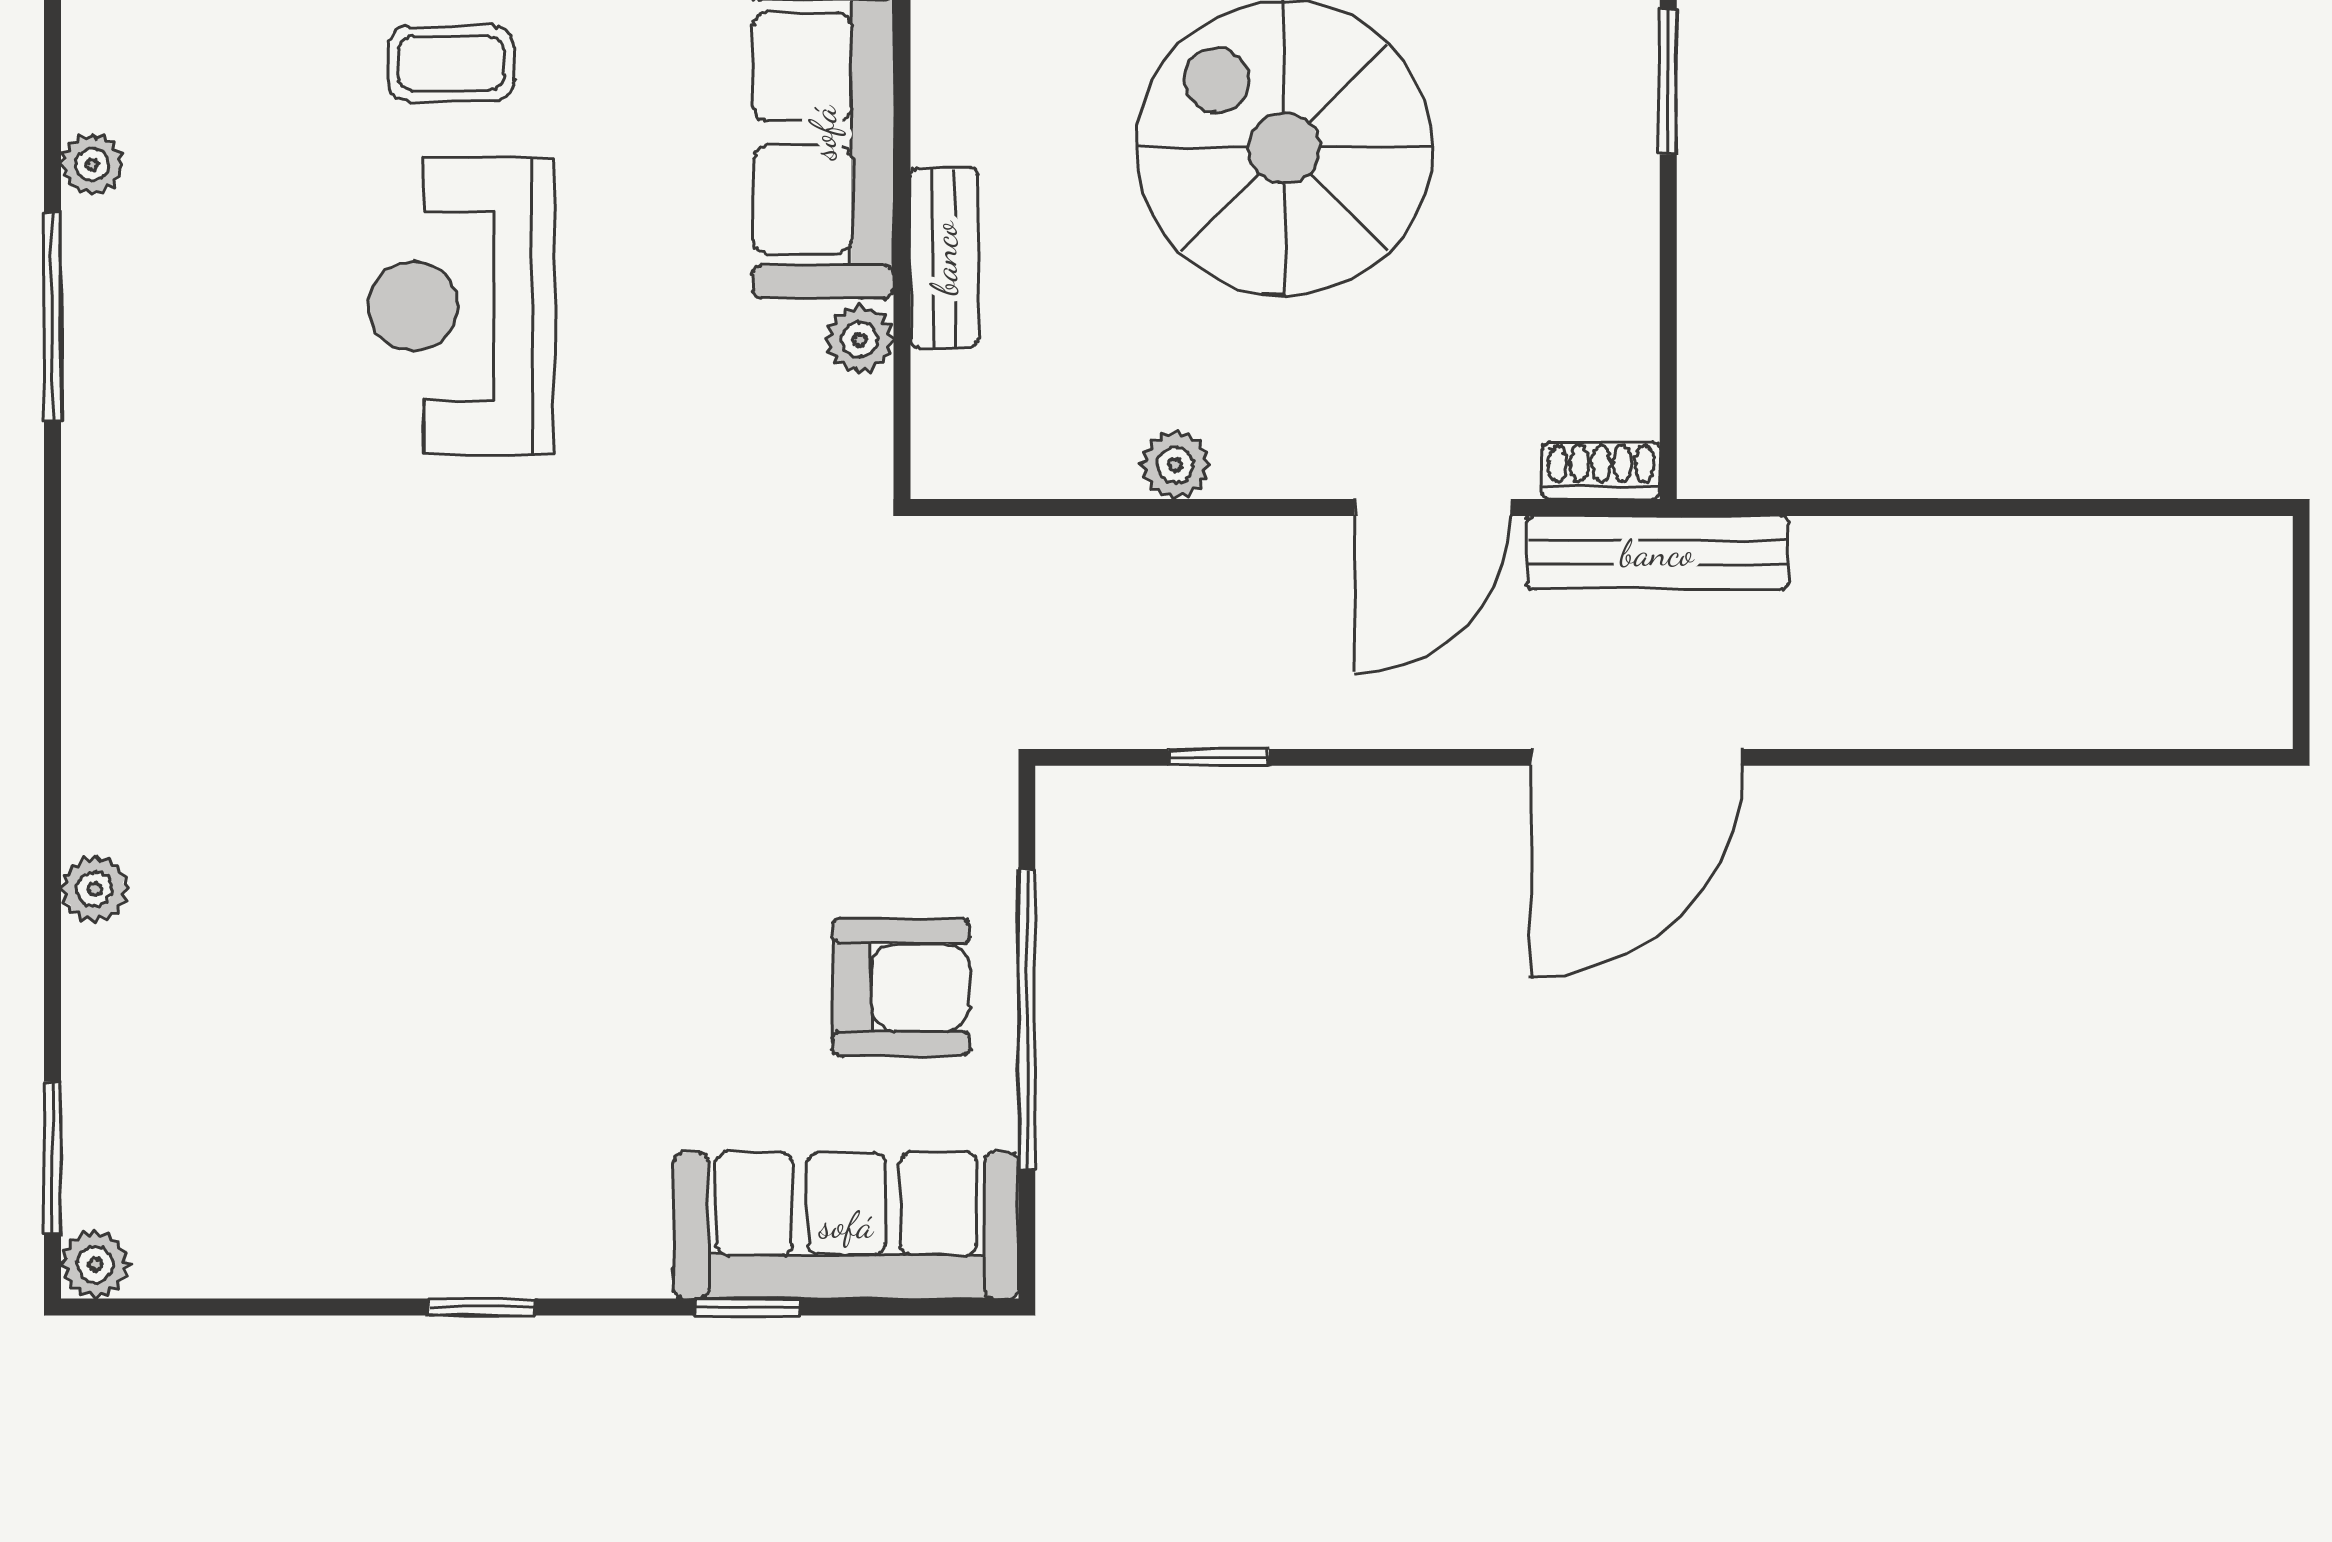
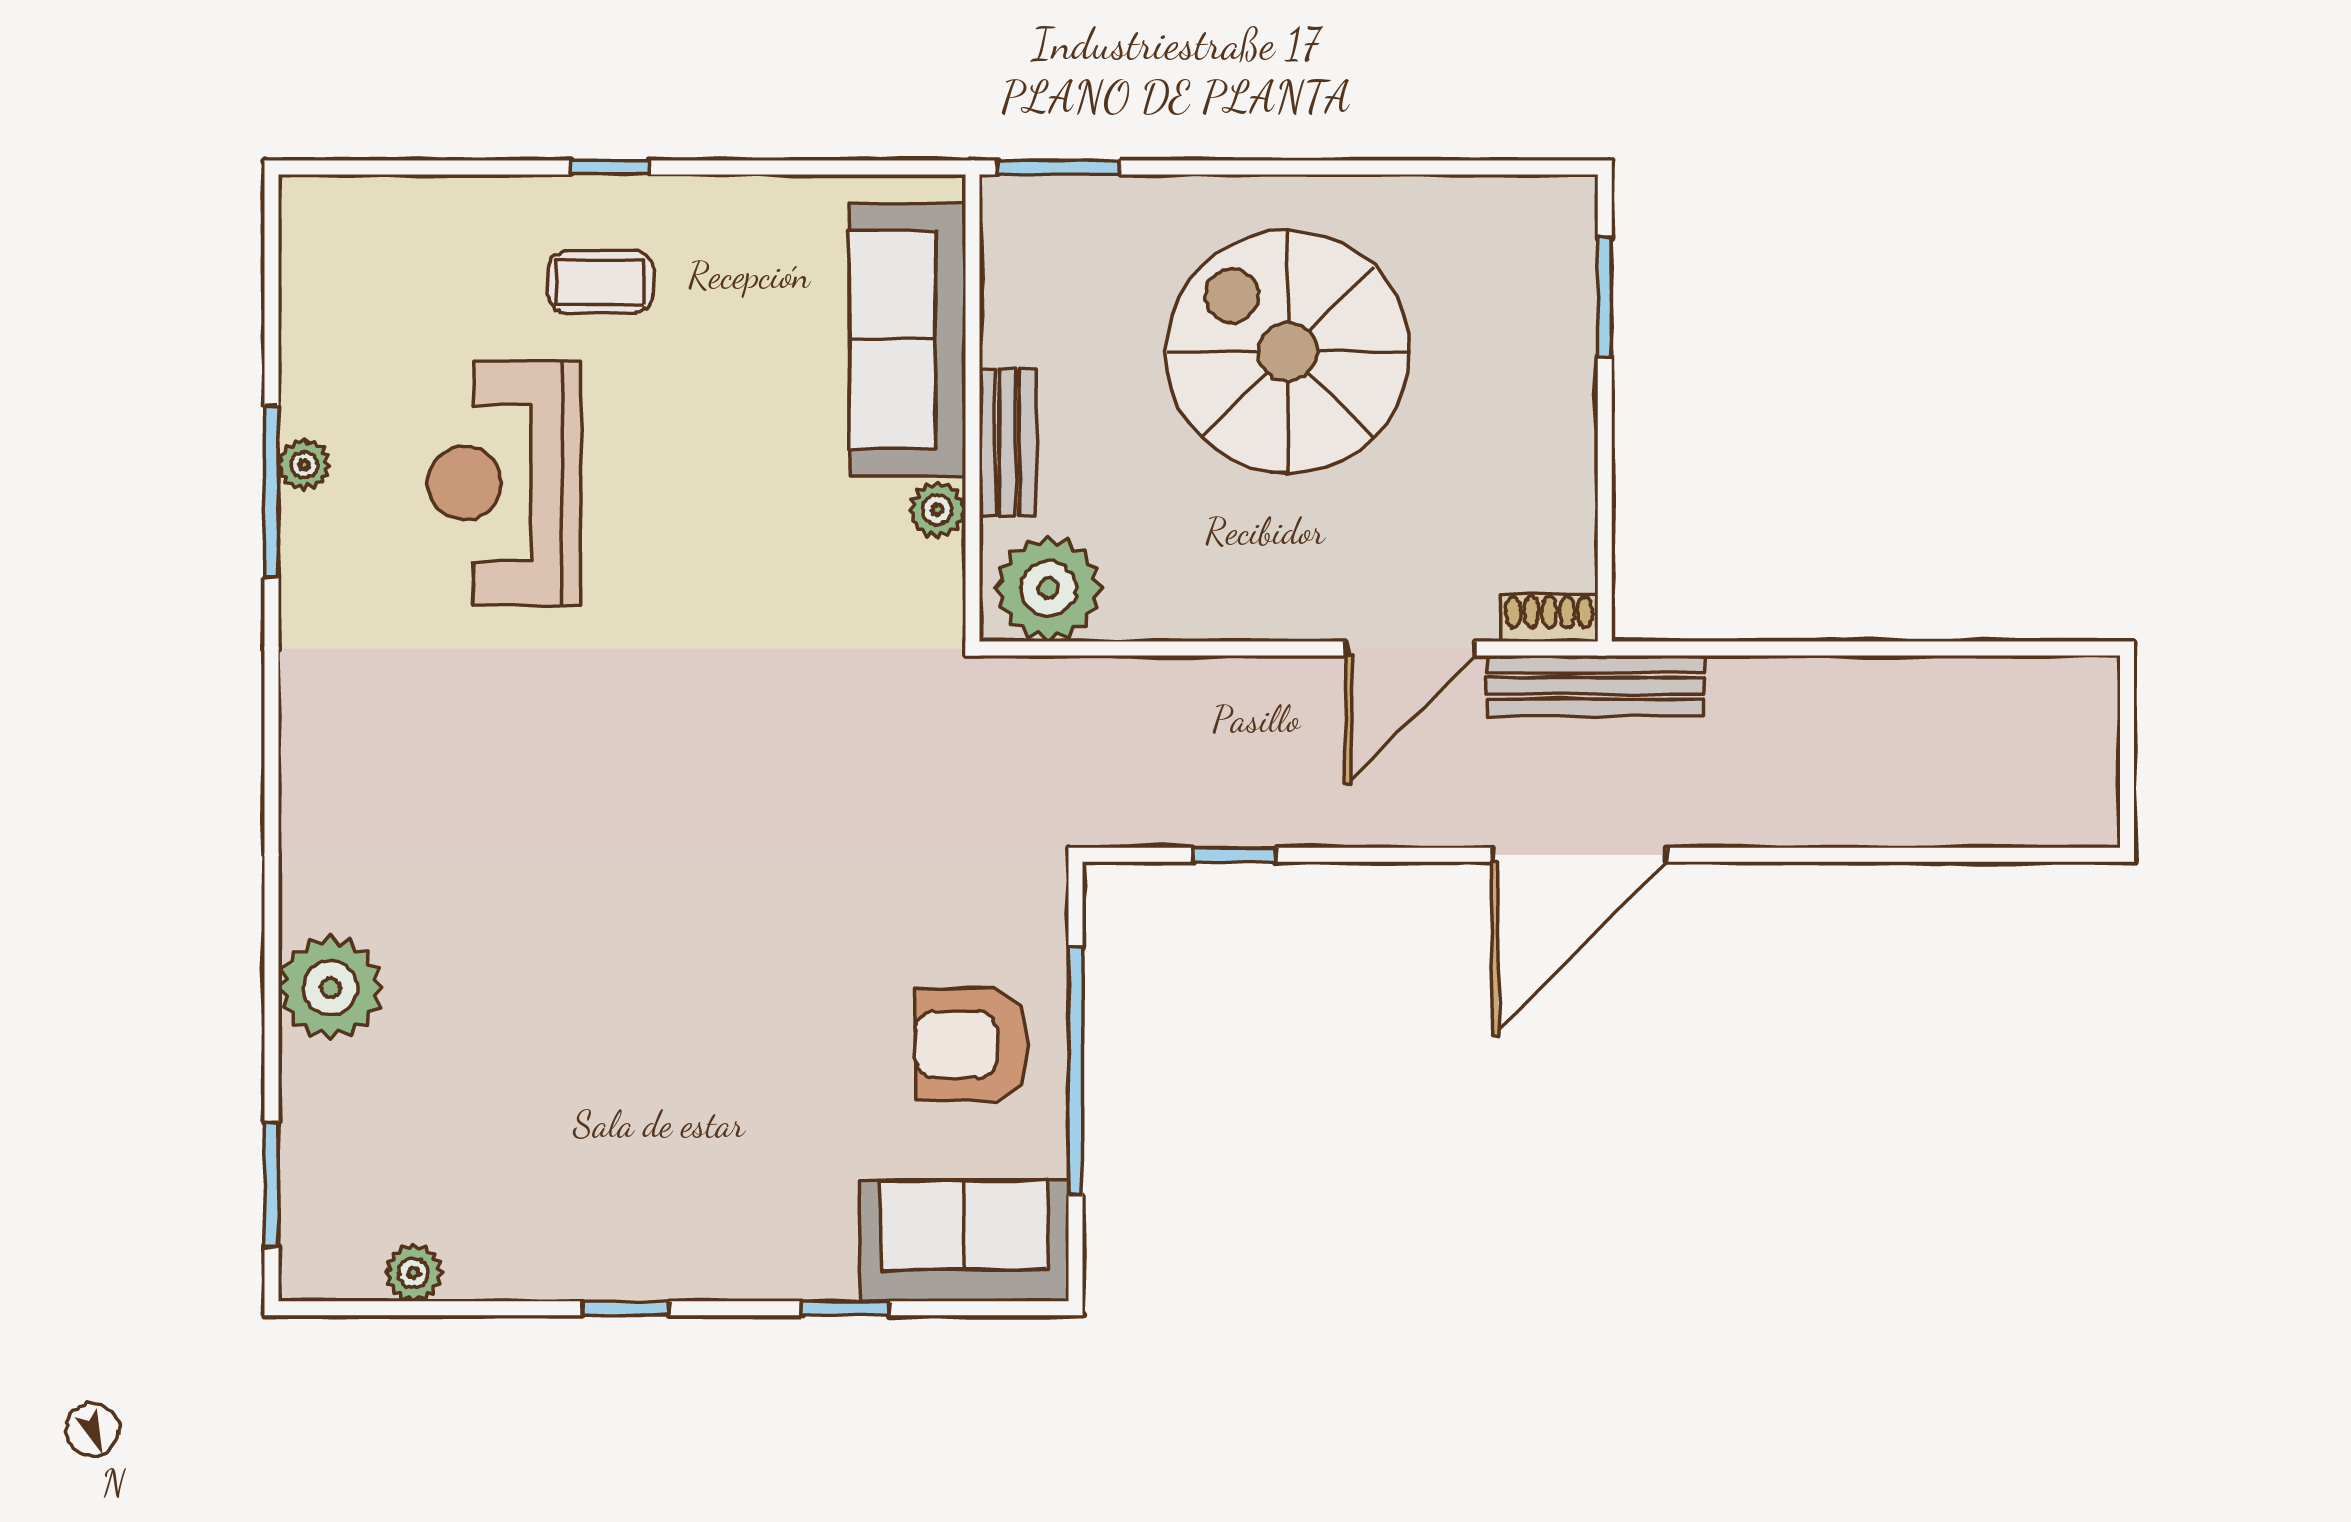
plant: (92, 165) -> (304, 465), moved
reception desk: (461, 306) -> (504, 483), moved
plant: (1175, 465) -> (1048, 588), moved, width x1.87, depth x1.87
plant: (95, 889) -> (331, 988), width x1.88, depth x1.88
armchair: (901, 987) -> (972, 1044), turned 180
sofa: (846, 1225) -> (964, 1241), width x0.73
plant: (95, 1264) -> (413, 1273), moved

